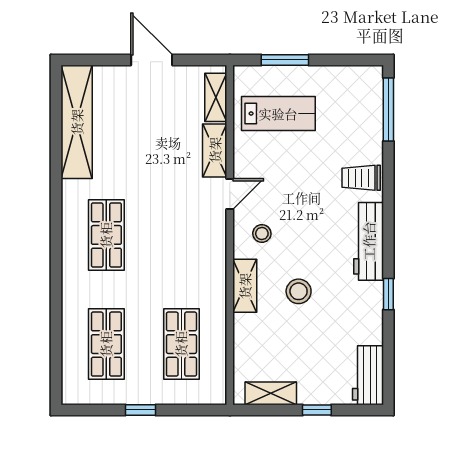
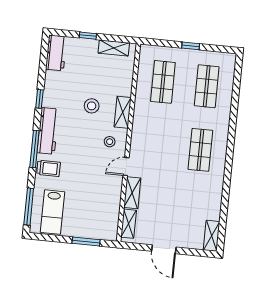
lab bench: (278, 114) -> (53, 212), moved, turned -90
shelving: (77, 122) -> (212, 236), width x0.45, depth x0.75
window: (388, 208) -> (34, 149), added

